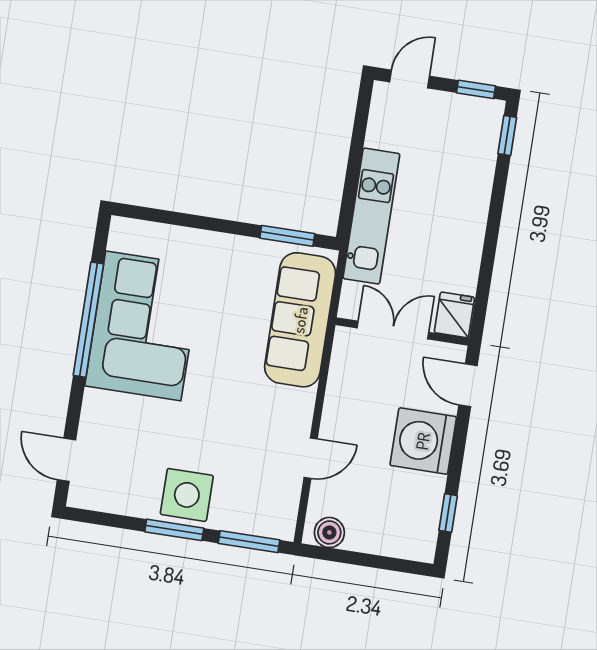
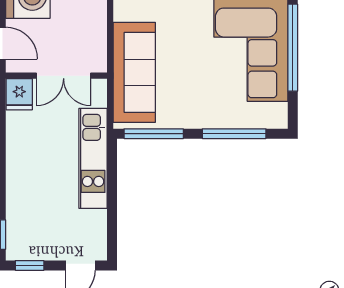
window: (182, 220) -> (234, 134), added
window: (287, 236) -> (154, 134), width x1.44

